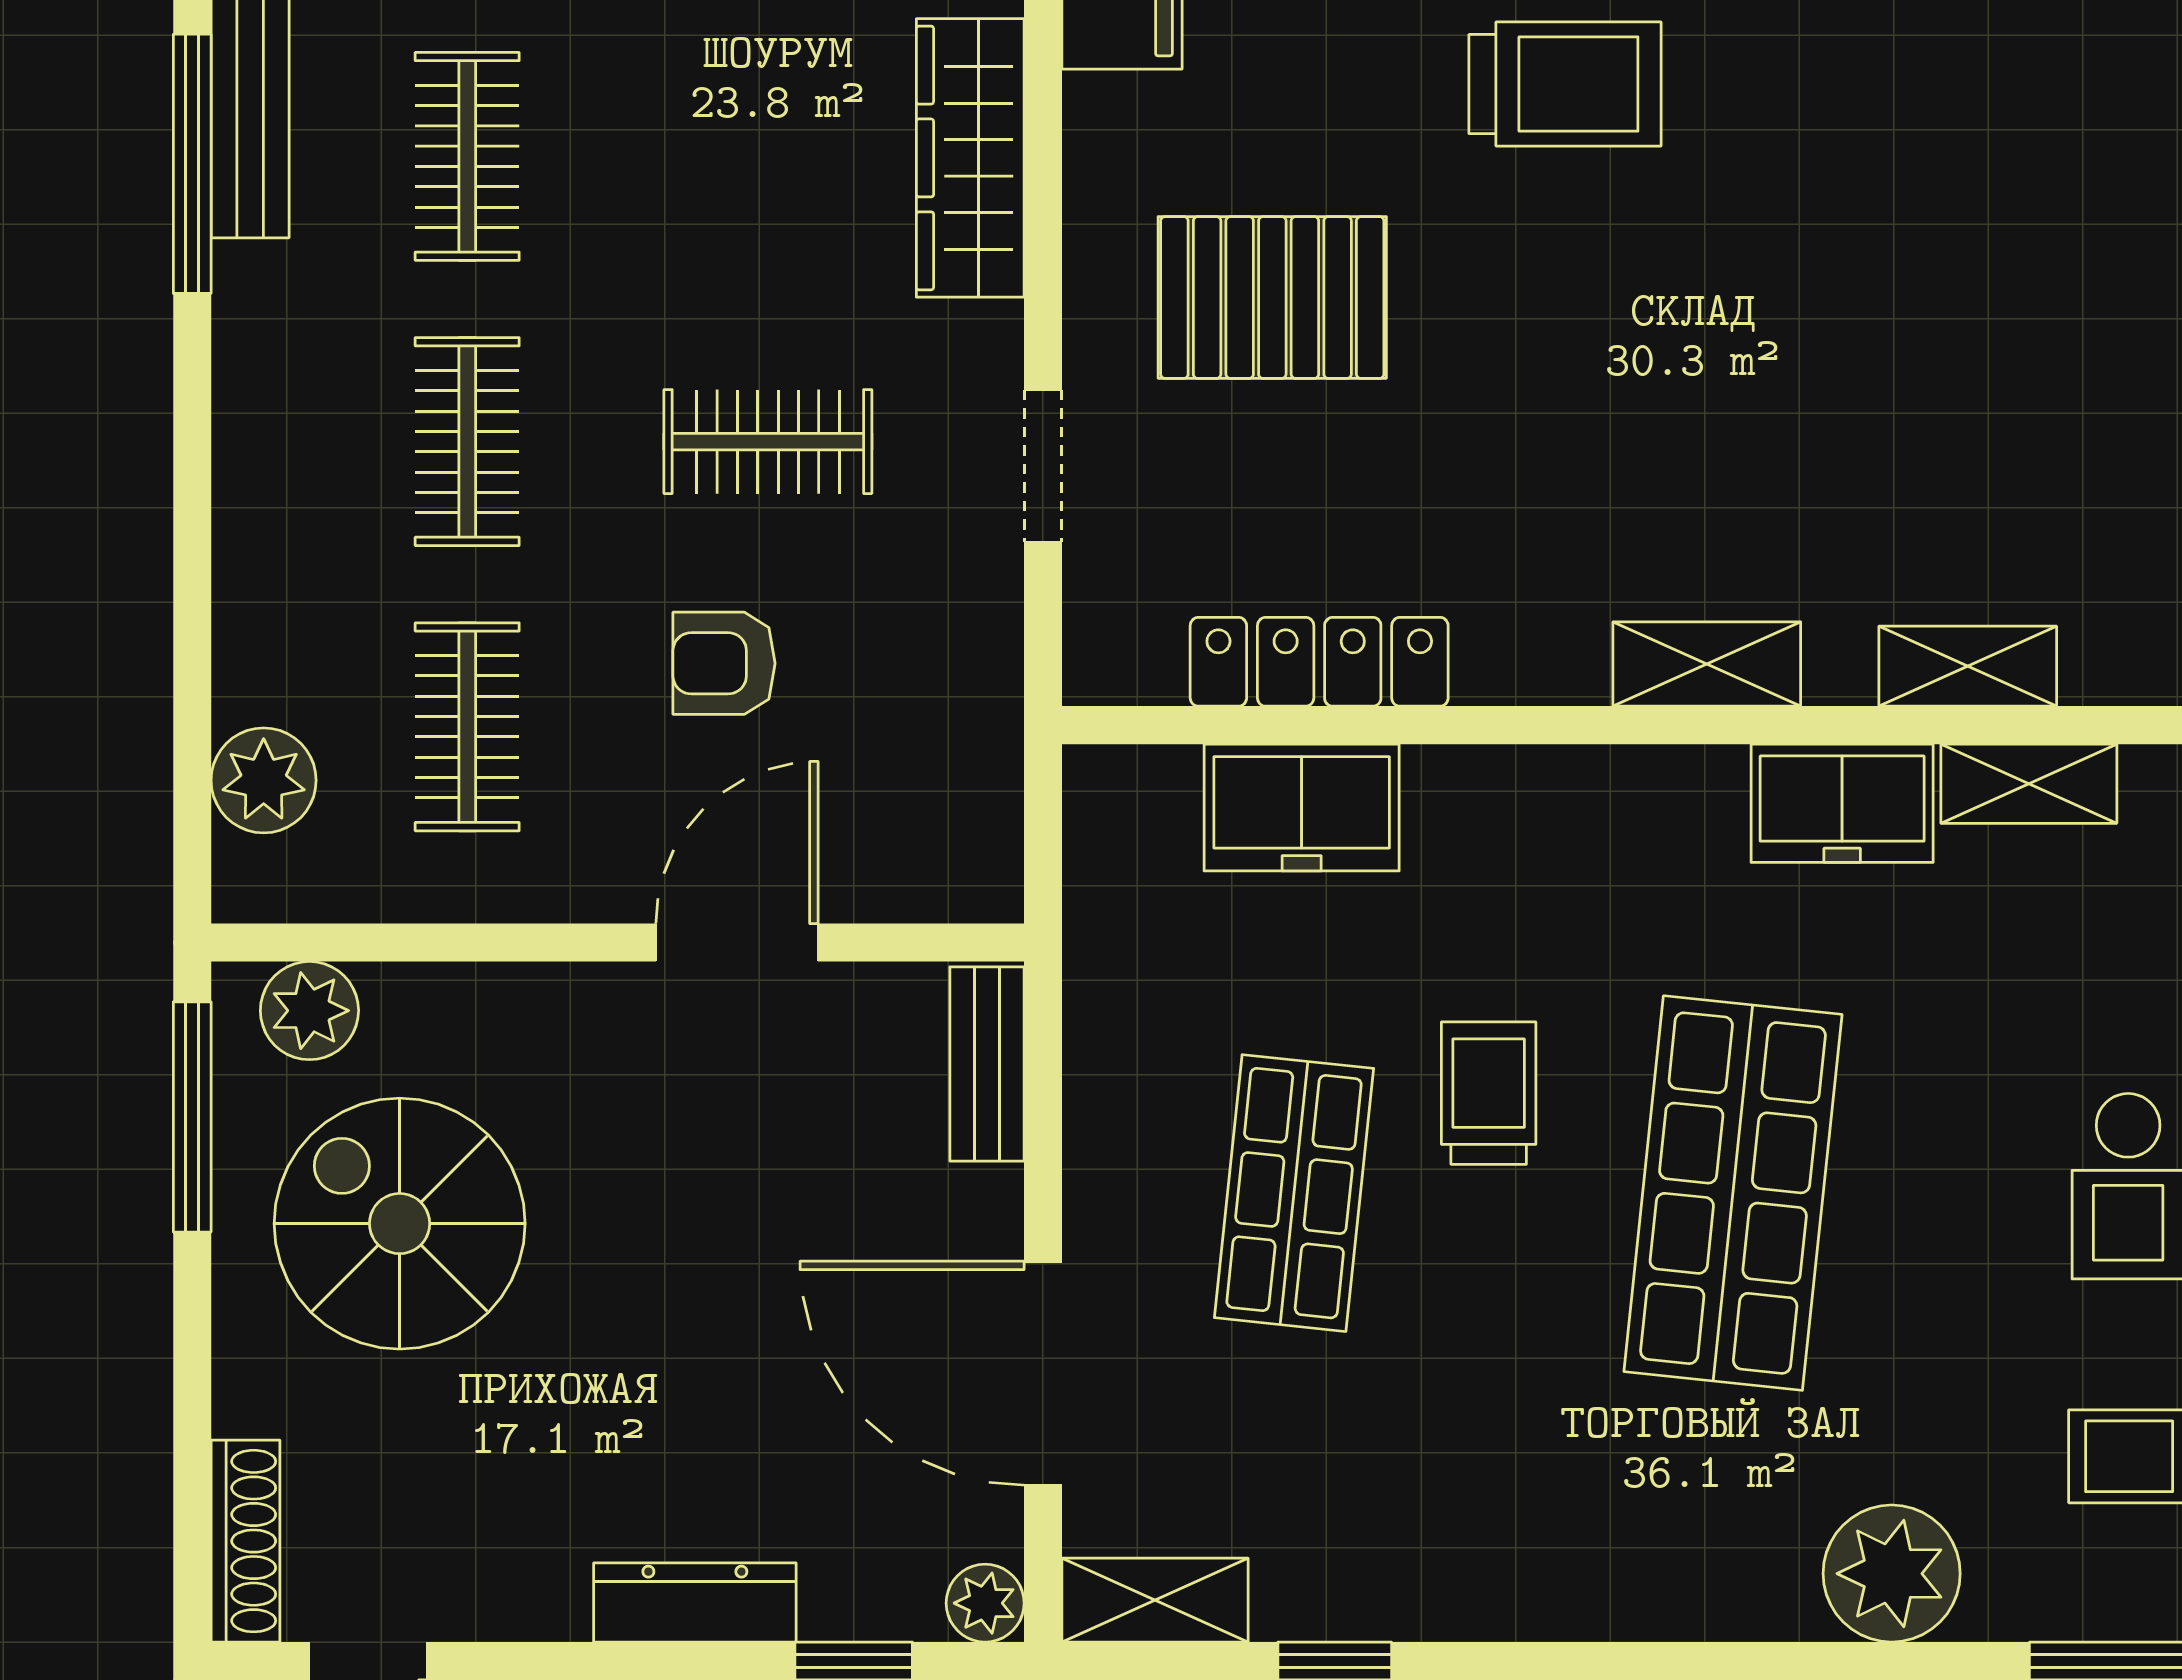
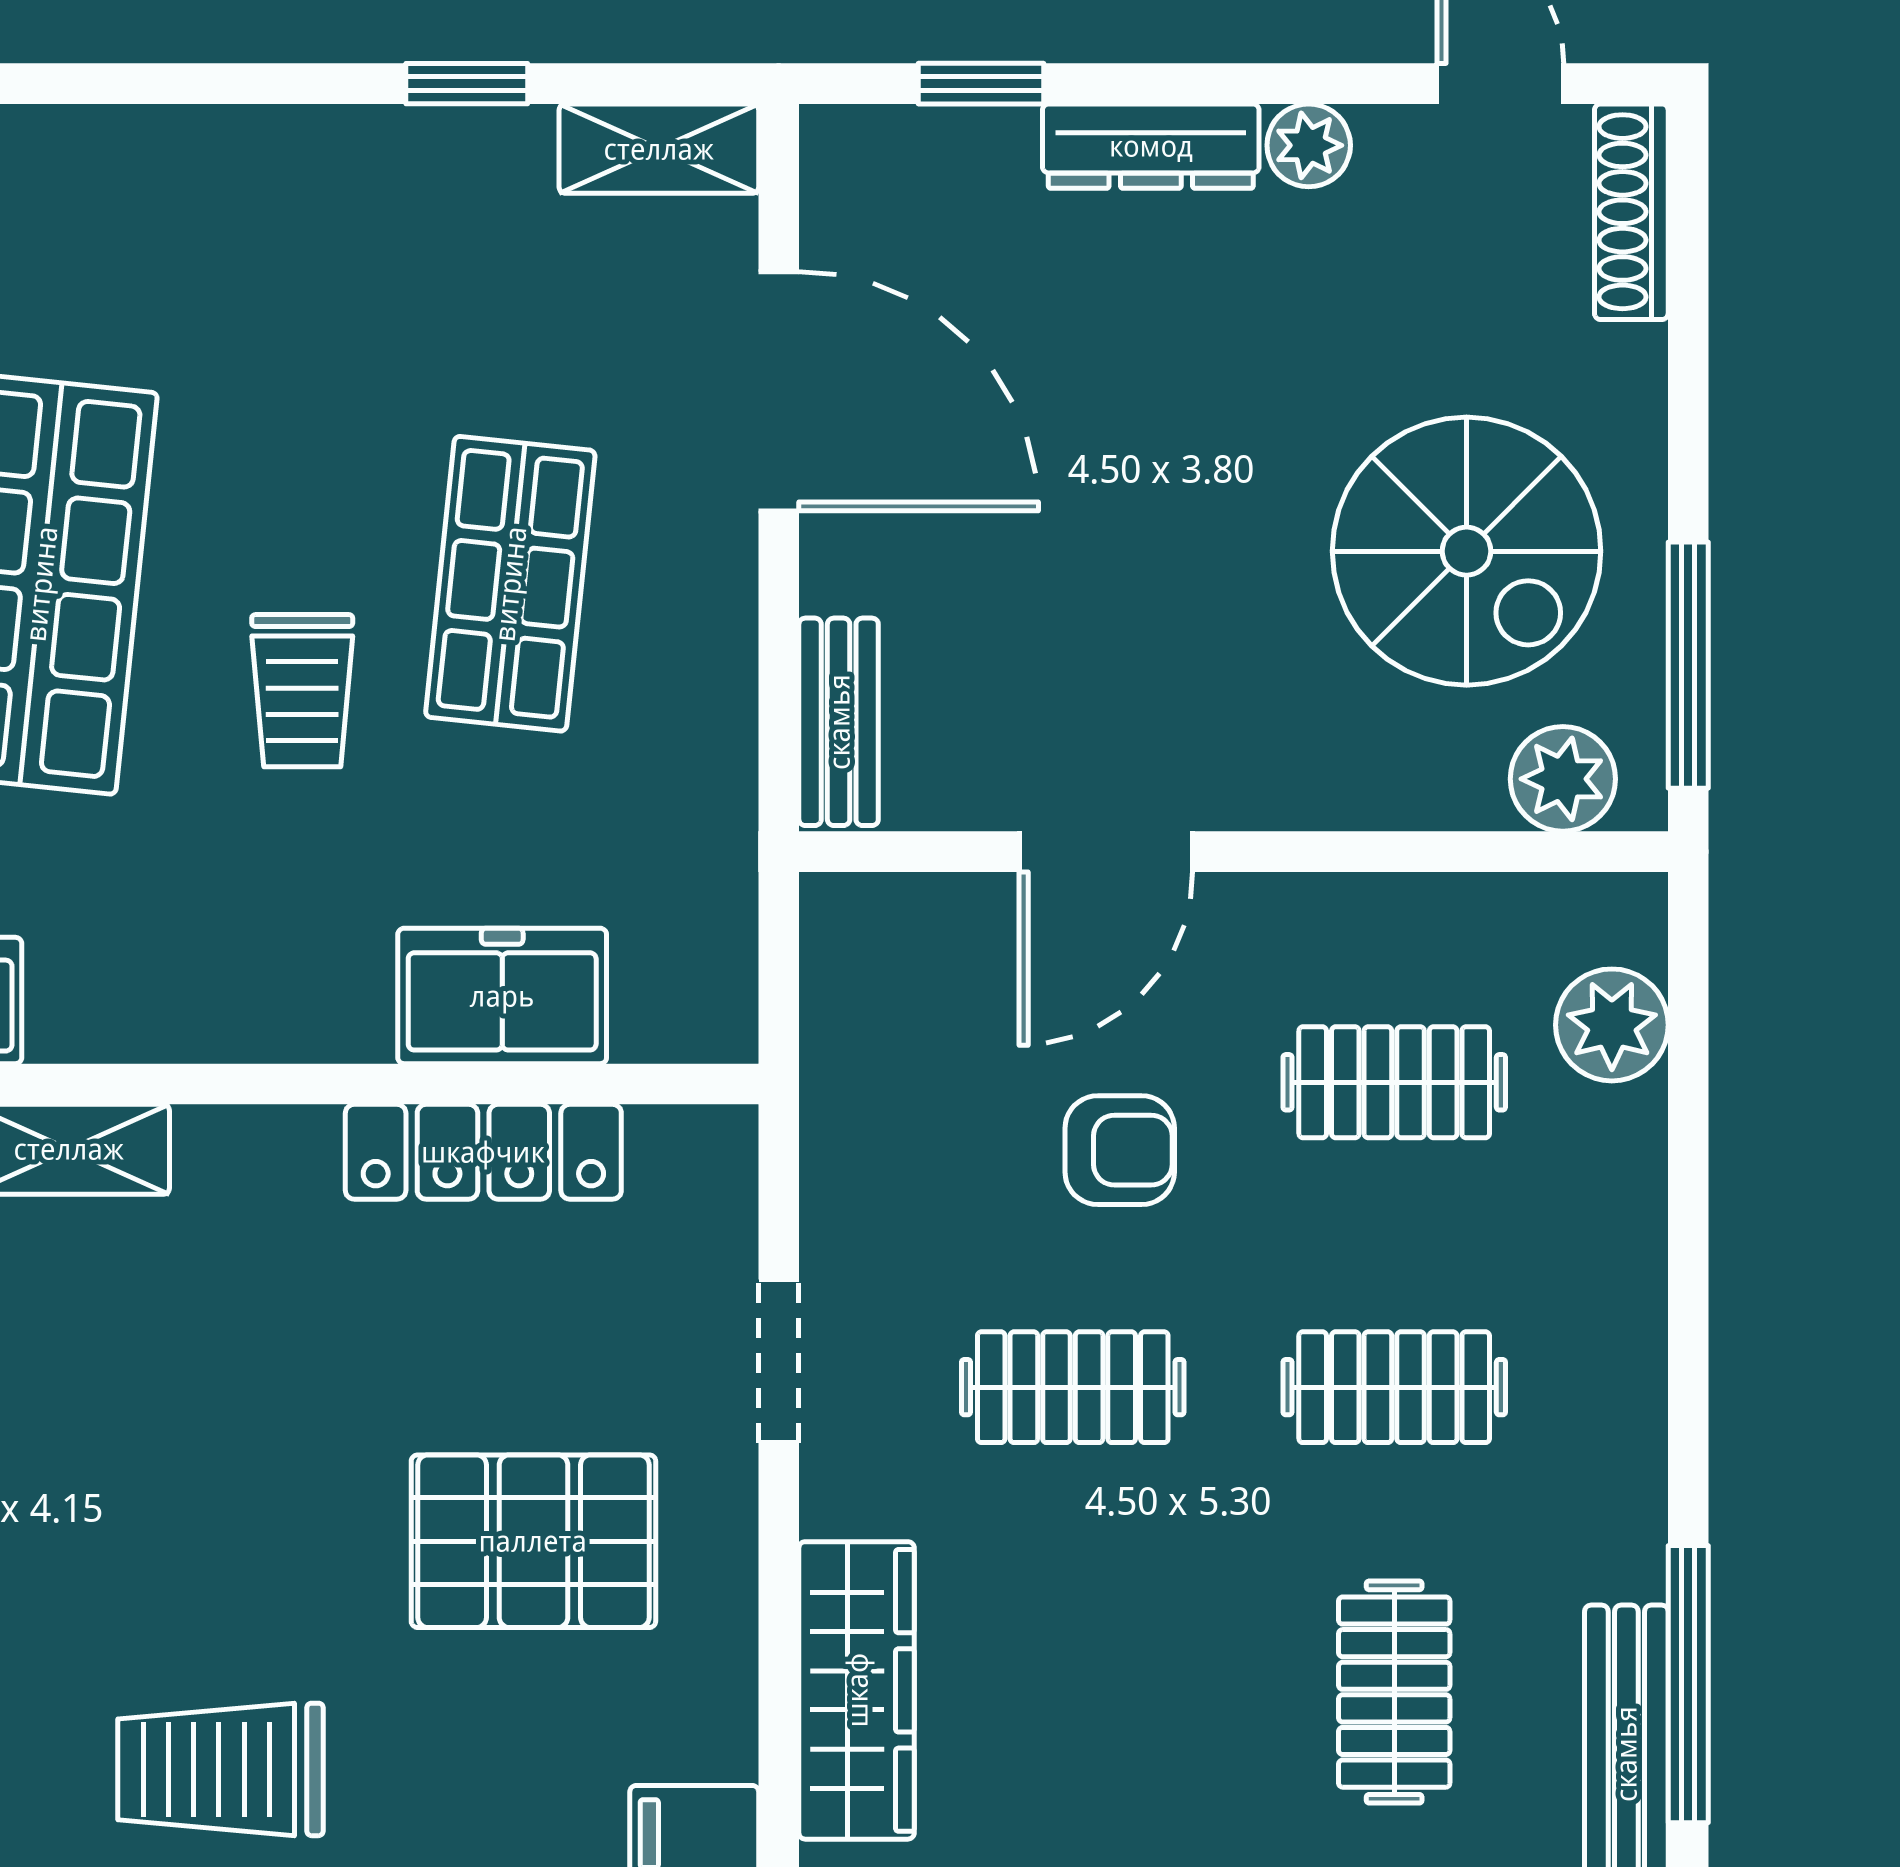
clothes rail: (467, 442) -> (1394, 1387), turned 90
clothes rail: (467, 727) -> (1394, 1082), turned 90
plant: (985, 1603) -> (1309, 145), moved

